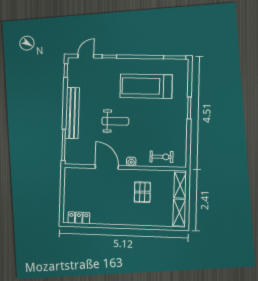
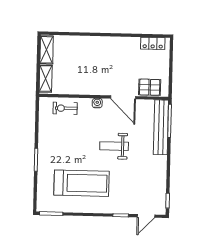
bench: (72, 113) -> (161, 127), moved
pallet: (142, 192) -> (150, 87), moved, turned 90

